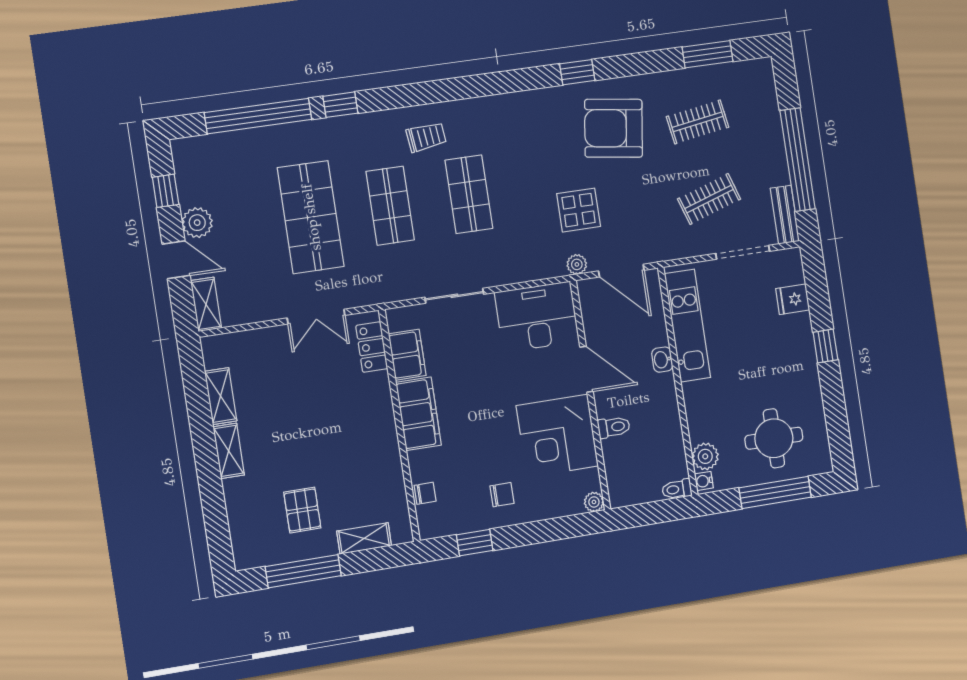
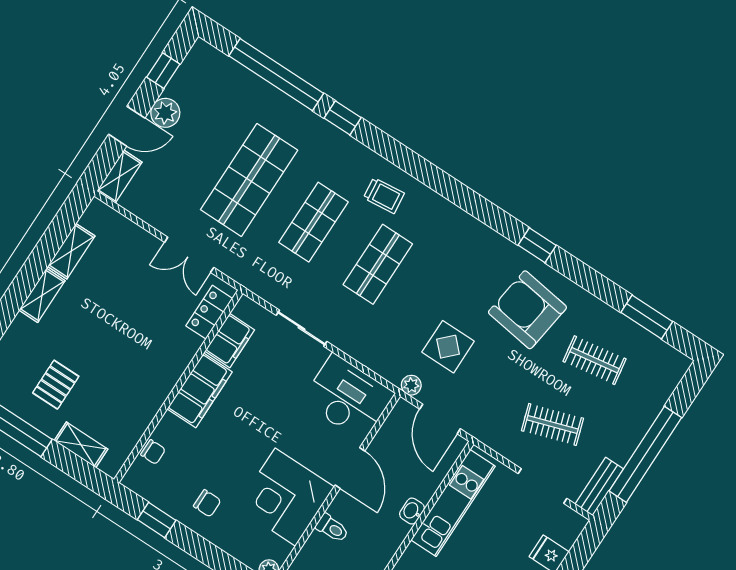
door: (176, 260) -> (127, 126), hinge flipped

